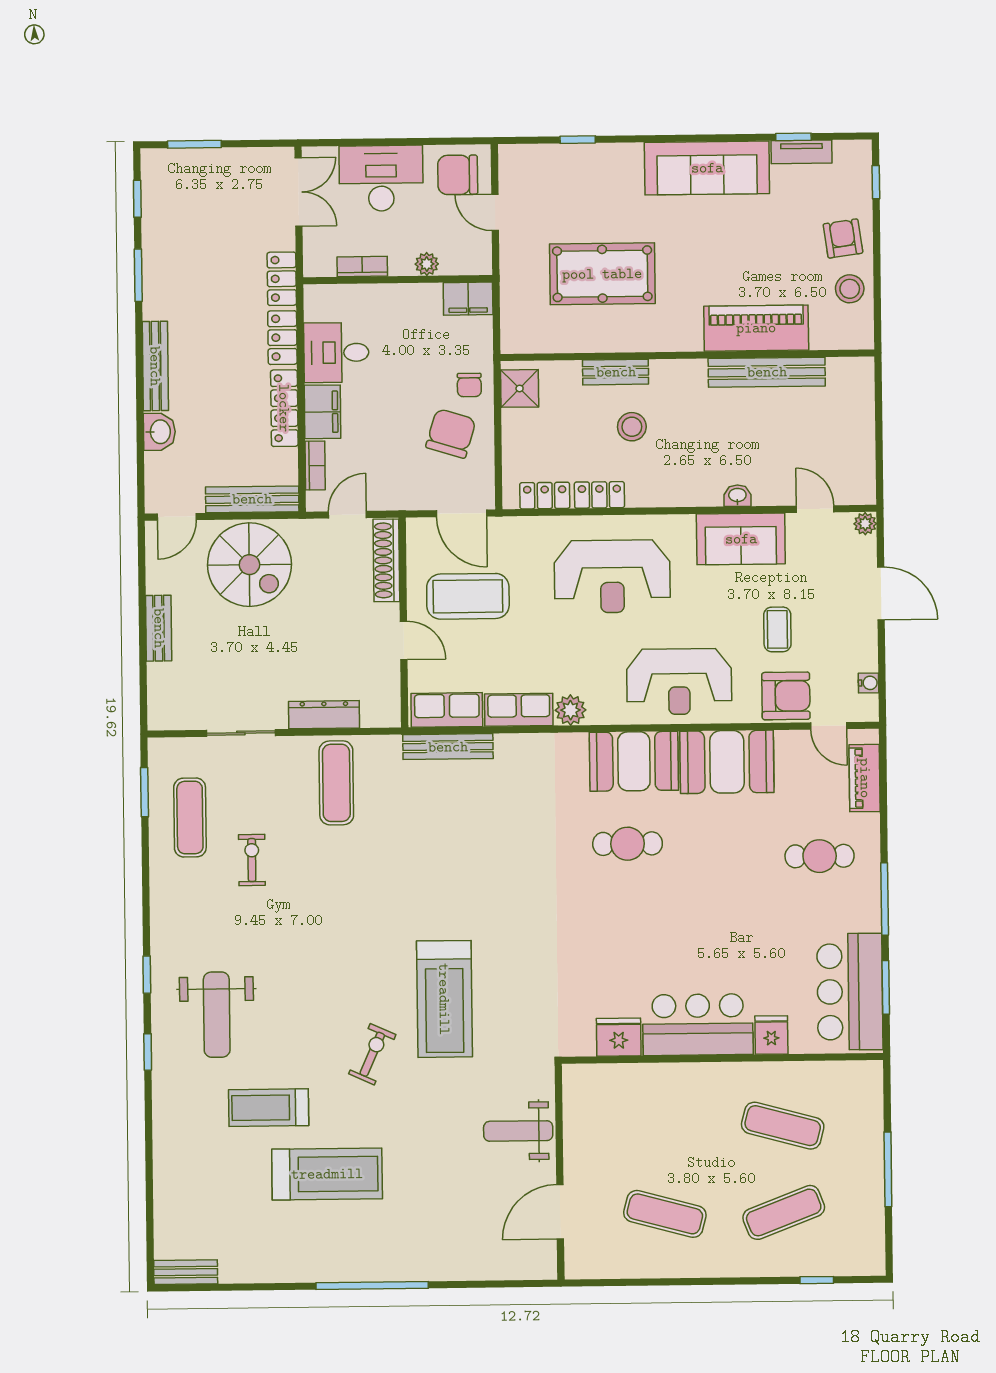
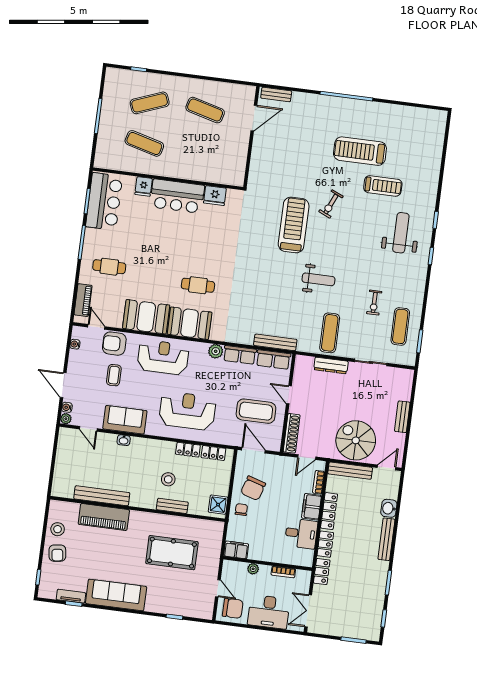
water cooler: (866, 548) -> (67, 407), added
weight bench: (518, 1131) -> (318, 279), moved
bench: (186, 1272) -> (276, 94), moved

